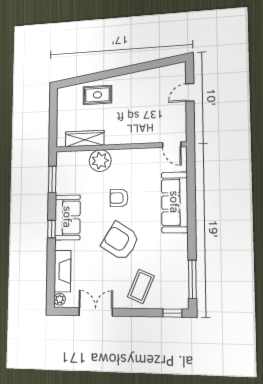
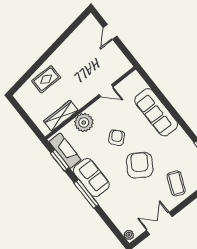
door: (172, 145) -> (106, 91), moved
armchair: (119, 198) -> (117, 138), turned 139
window: (52, 229) -> (86, 194), width x2.17
armchair: (120, 241) -> (140, 165), turned 91
fireplace: (62, 271) -> (65, 151), moved

